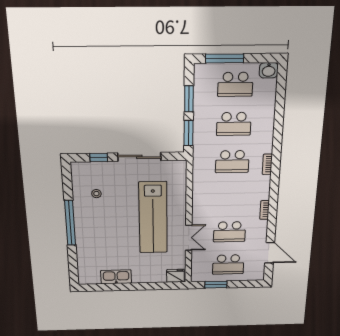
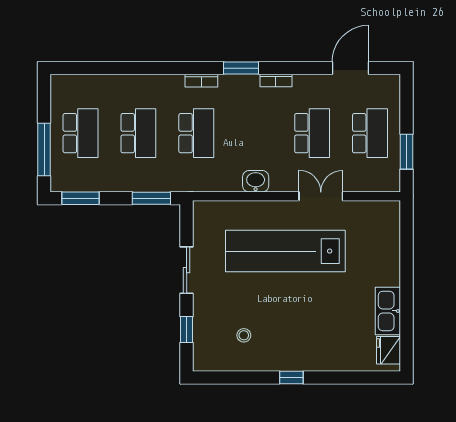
washbasin: (269, 70) -> (256, 181), moved, turned -90
window: (189, 99) -> (81, 198), moved
sliding door: (139, 157) -> (187, 270), width x0.73
window: (274, 189) -> (241, 68), added
lab bench: (153, 218) -> (285, 251), turned 180
window: (70, 223) -> (291, 378), width x0.32
fridge: (175, 276) -> (388, 350), moved

